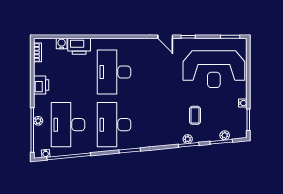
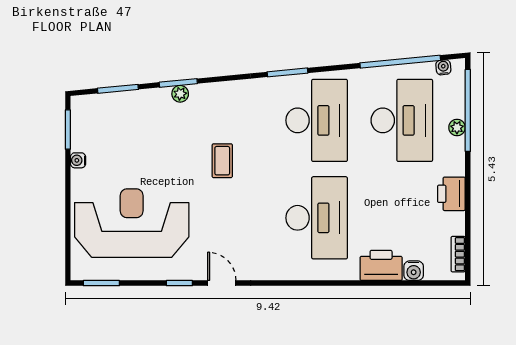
coffee table: (195, 115) -> (222, 161), moved
plant: (225, 135) -> (112, 101), removed

